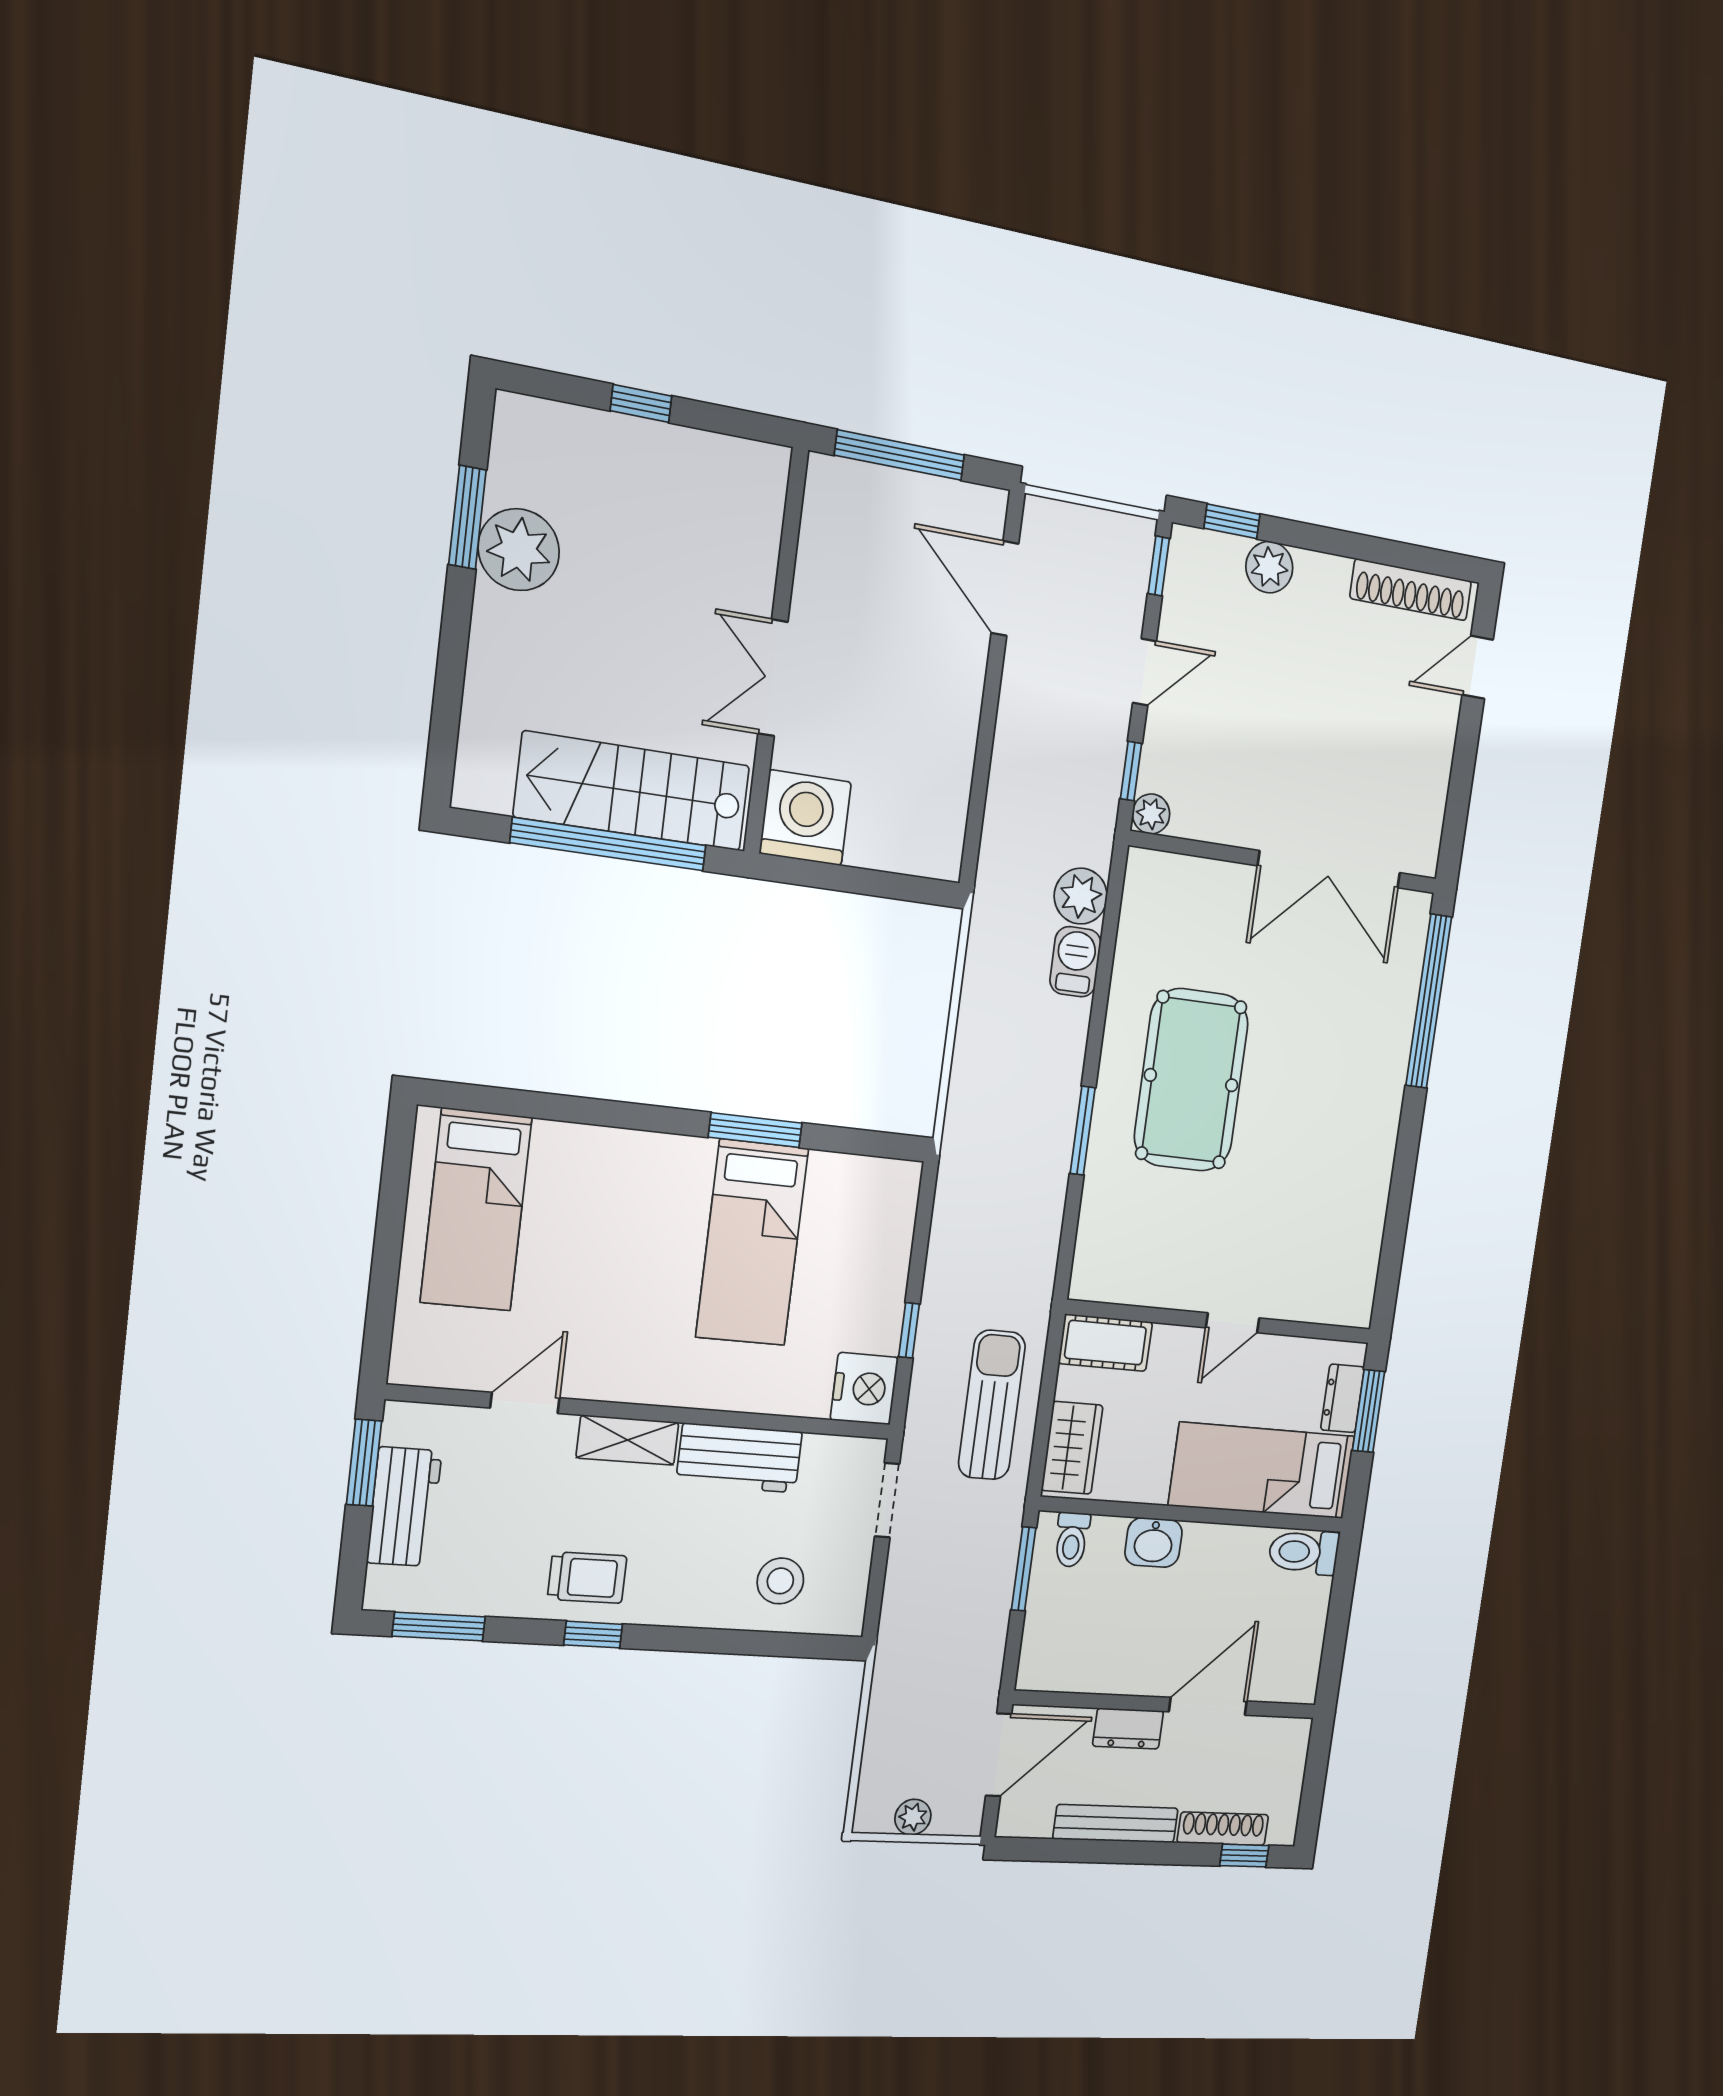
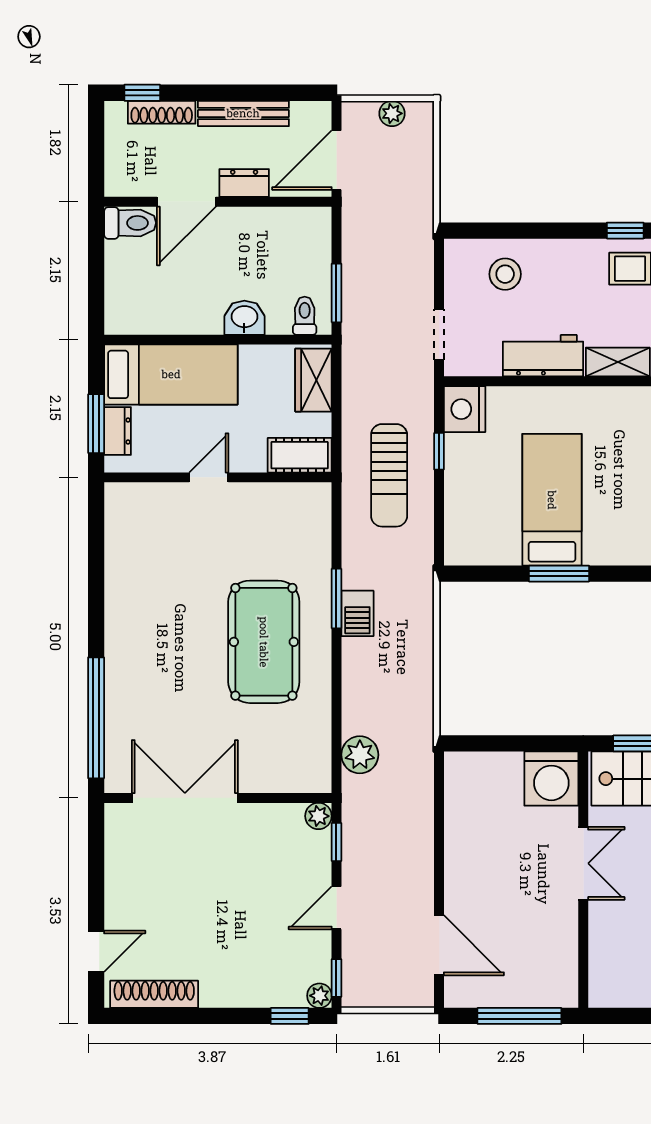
plant: (1269, 567) -> (319, 996), moved, width x0.73, depth x0.73
barbecue: (1075, 962) -> (357, 613), moved
sun lounger: (992, 1405) -> (389, 475), moved
toilet: (1304, 1552) -> (130, 223), moved

